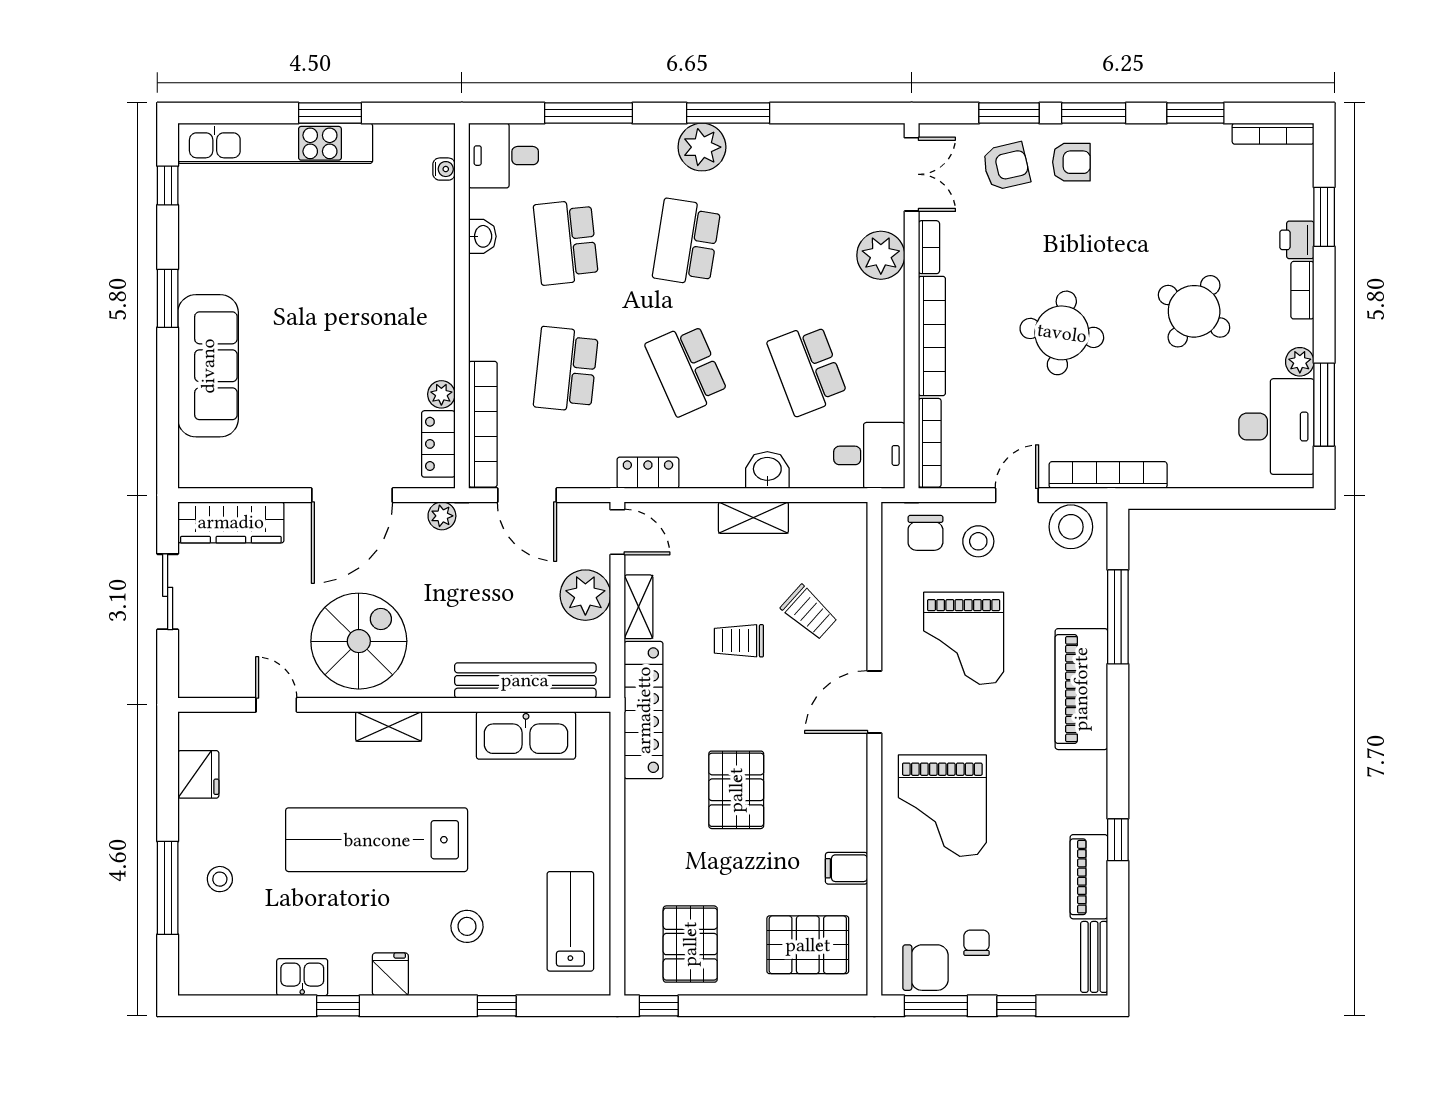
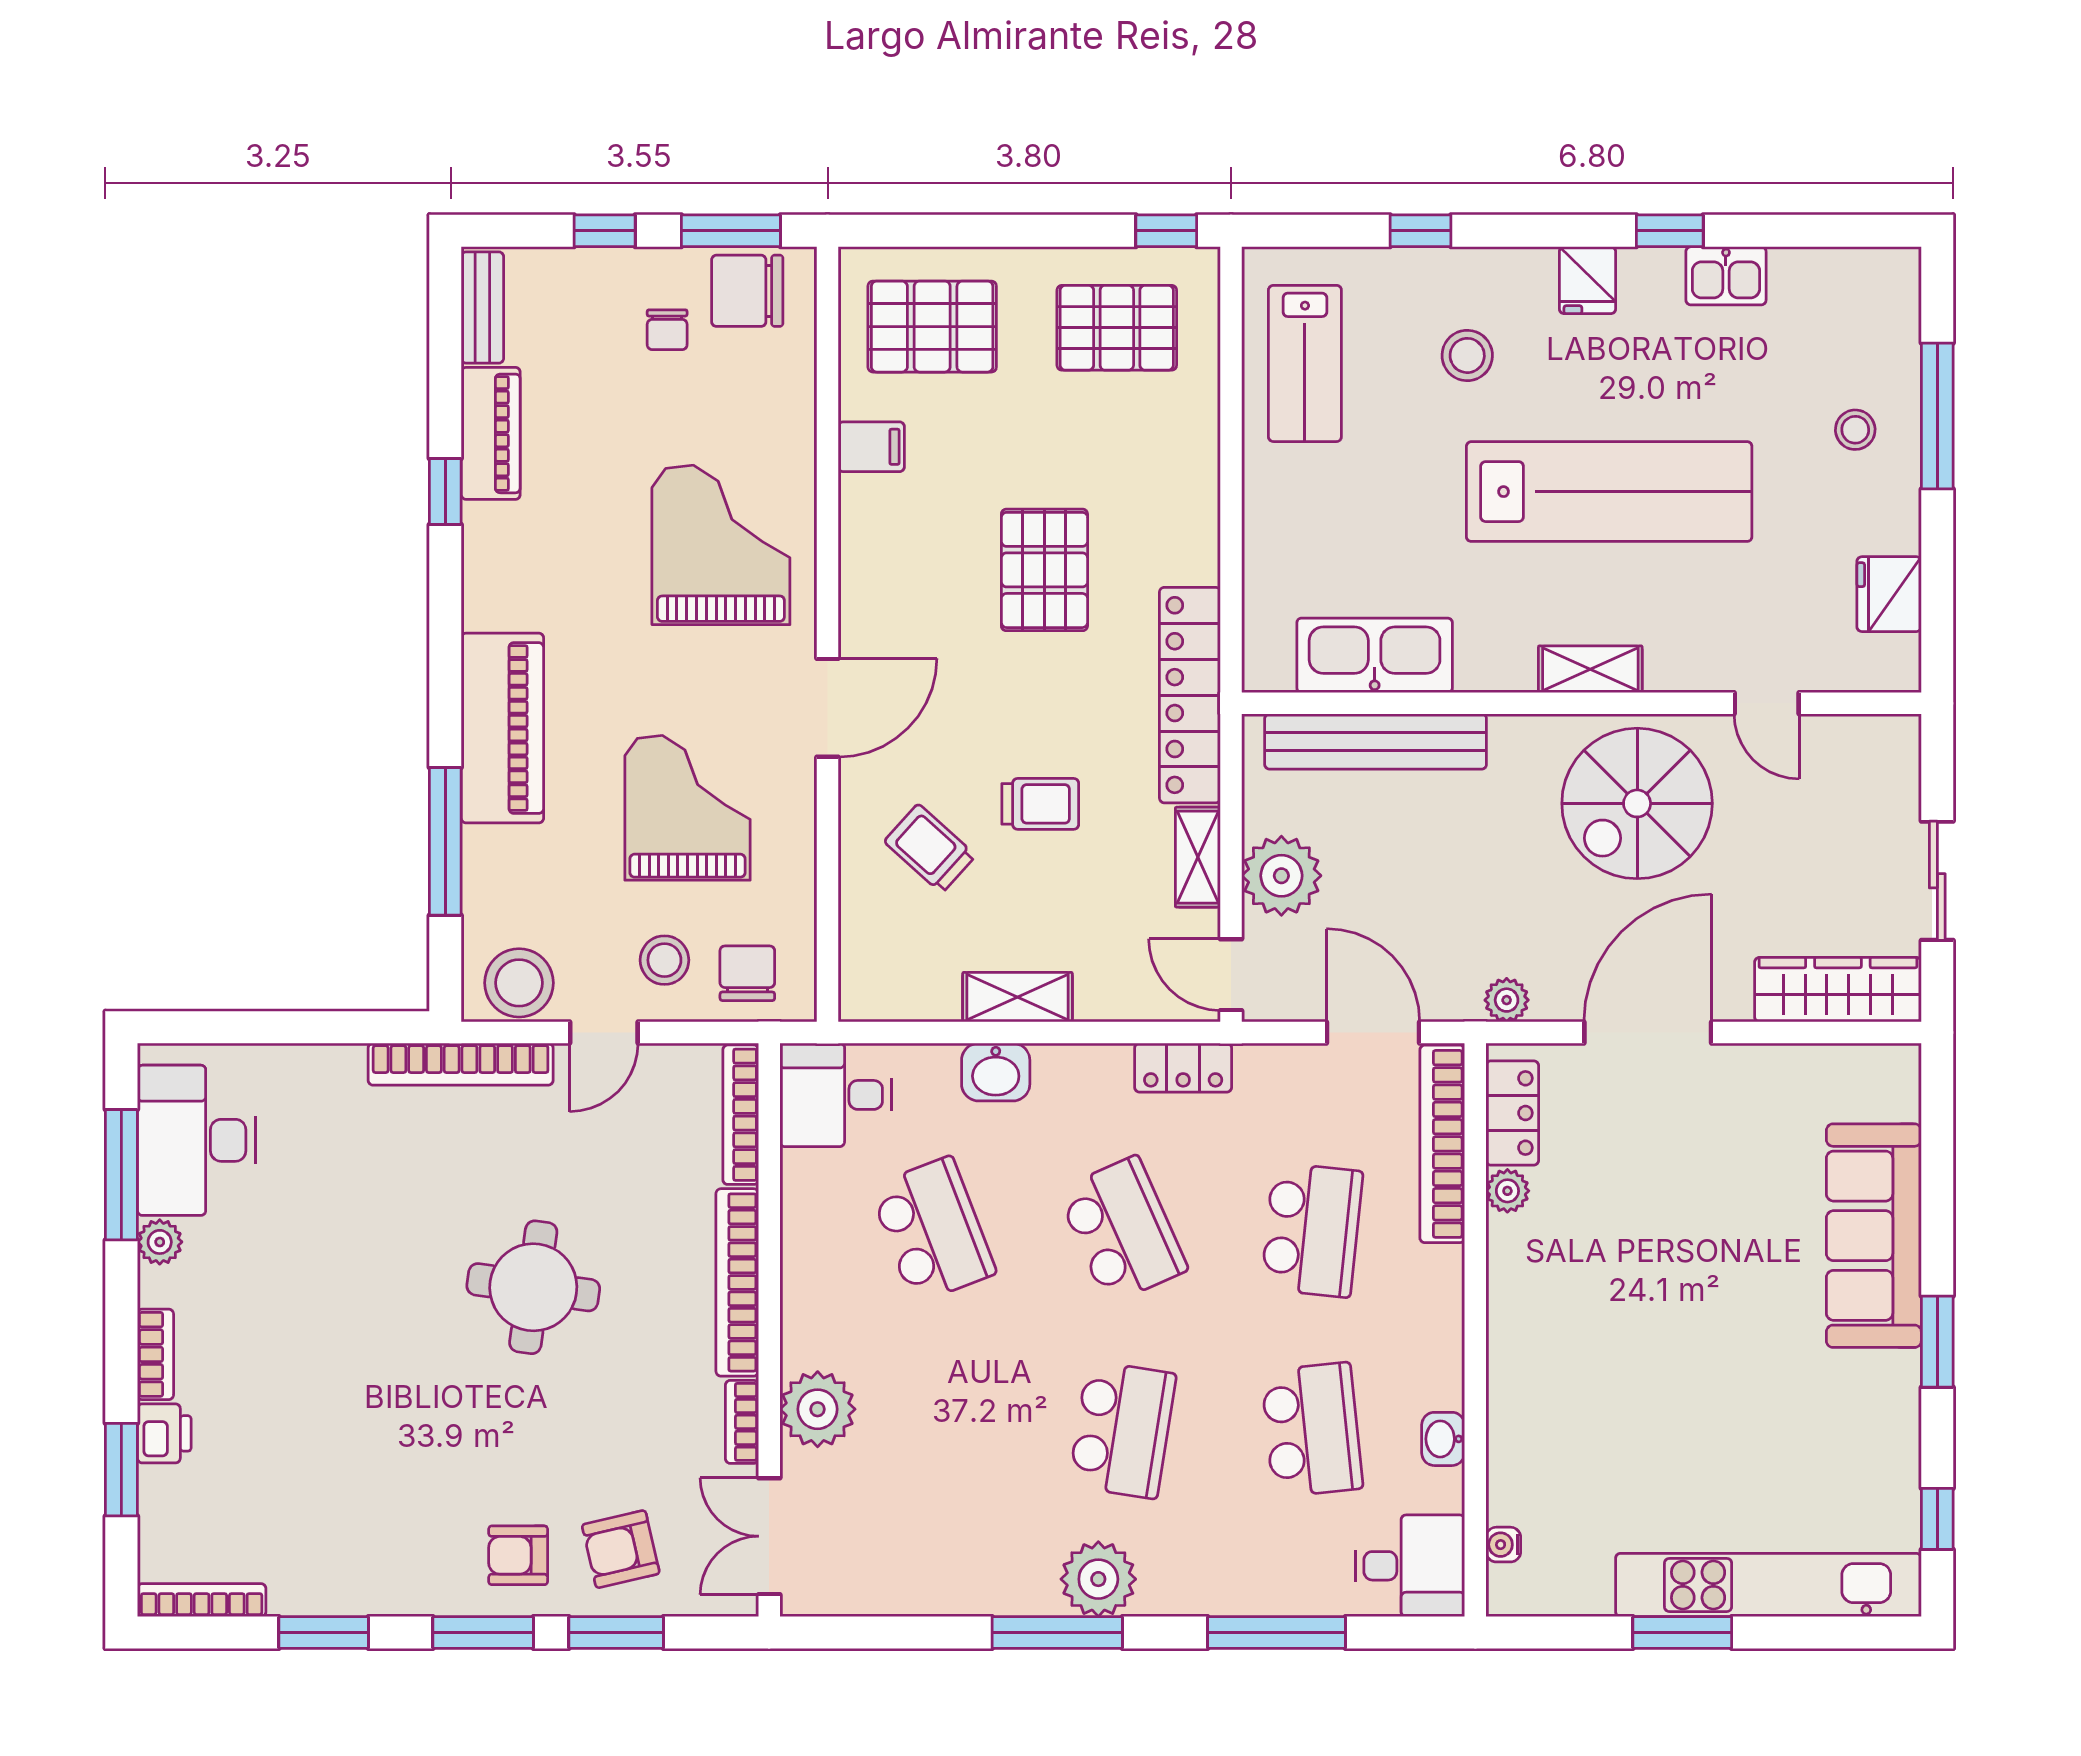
round table: (1194, 311) -> (326, 1321), removed
pallet: (690, 944) -> (1117, 328), turned 90

